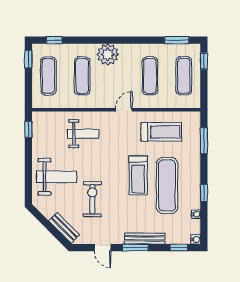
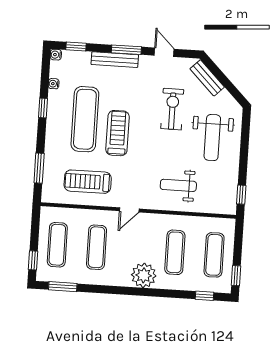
weight bench: (56, 177) -> (212, 138), turned -90
exercise bike: (92, 199) -> (172, 109), turned 180

